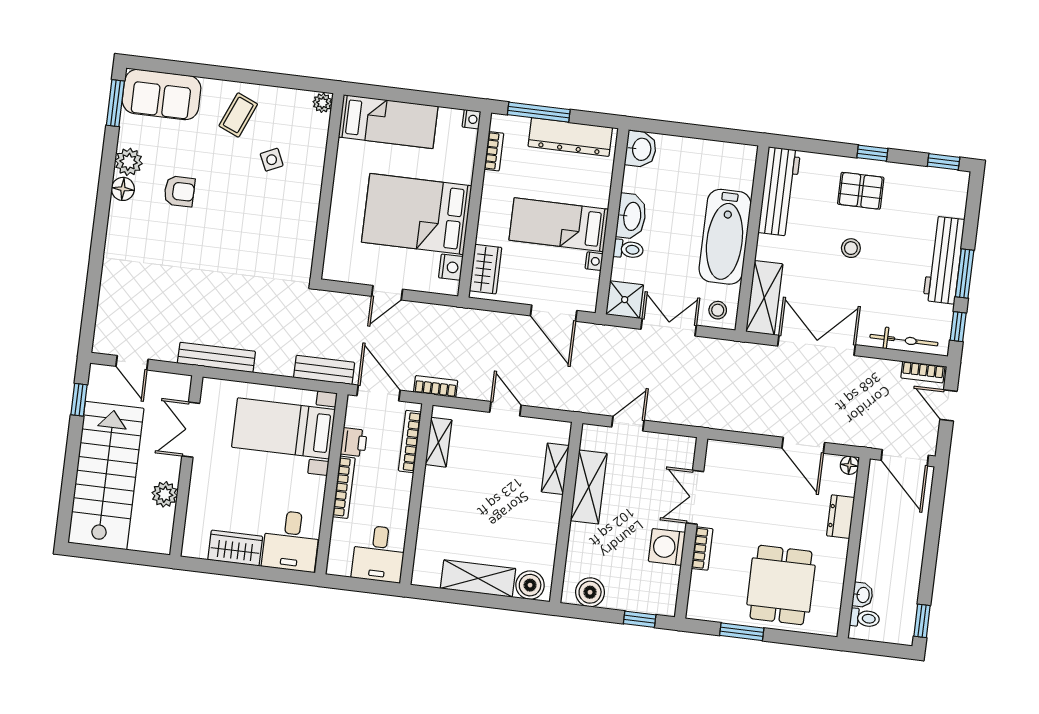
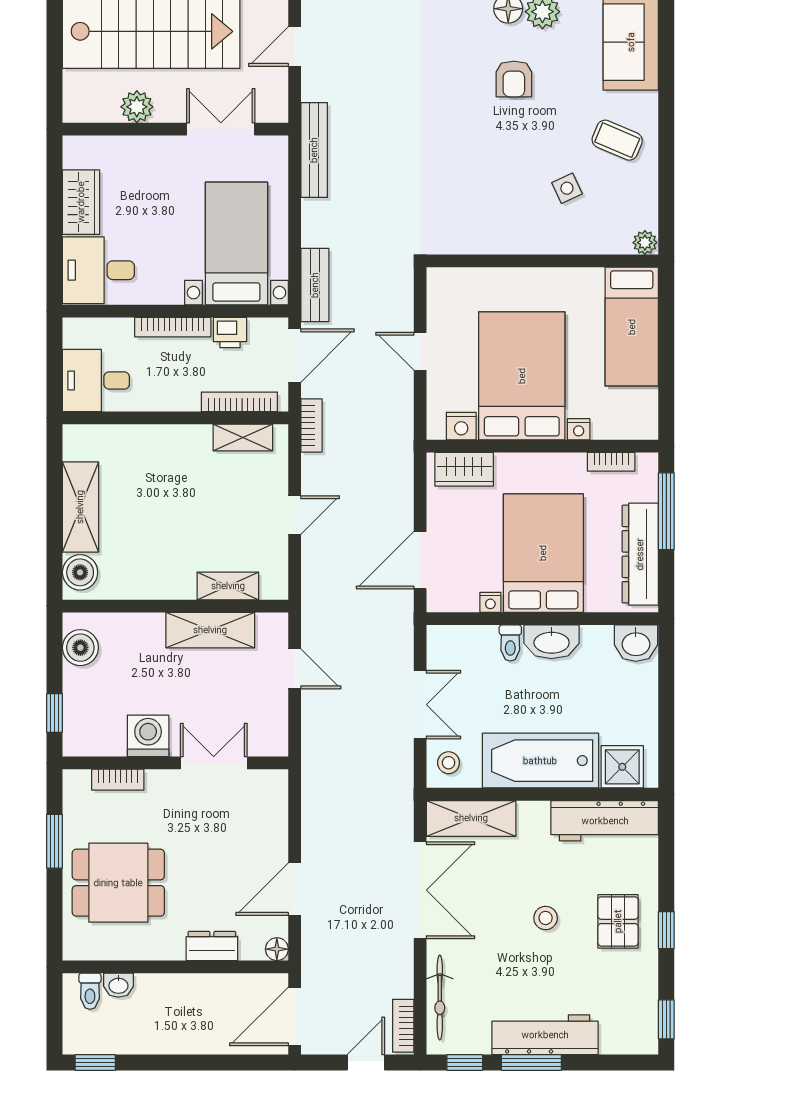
nightstand: (472, 119) -> (579, 429), moved
bed: (559, 225) -> (543, 553), width x1.50
shower: (625, 300) -> (622, 767), moved
bookcase: (702, 549) -> (118, 780), moved

